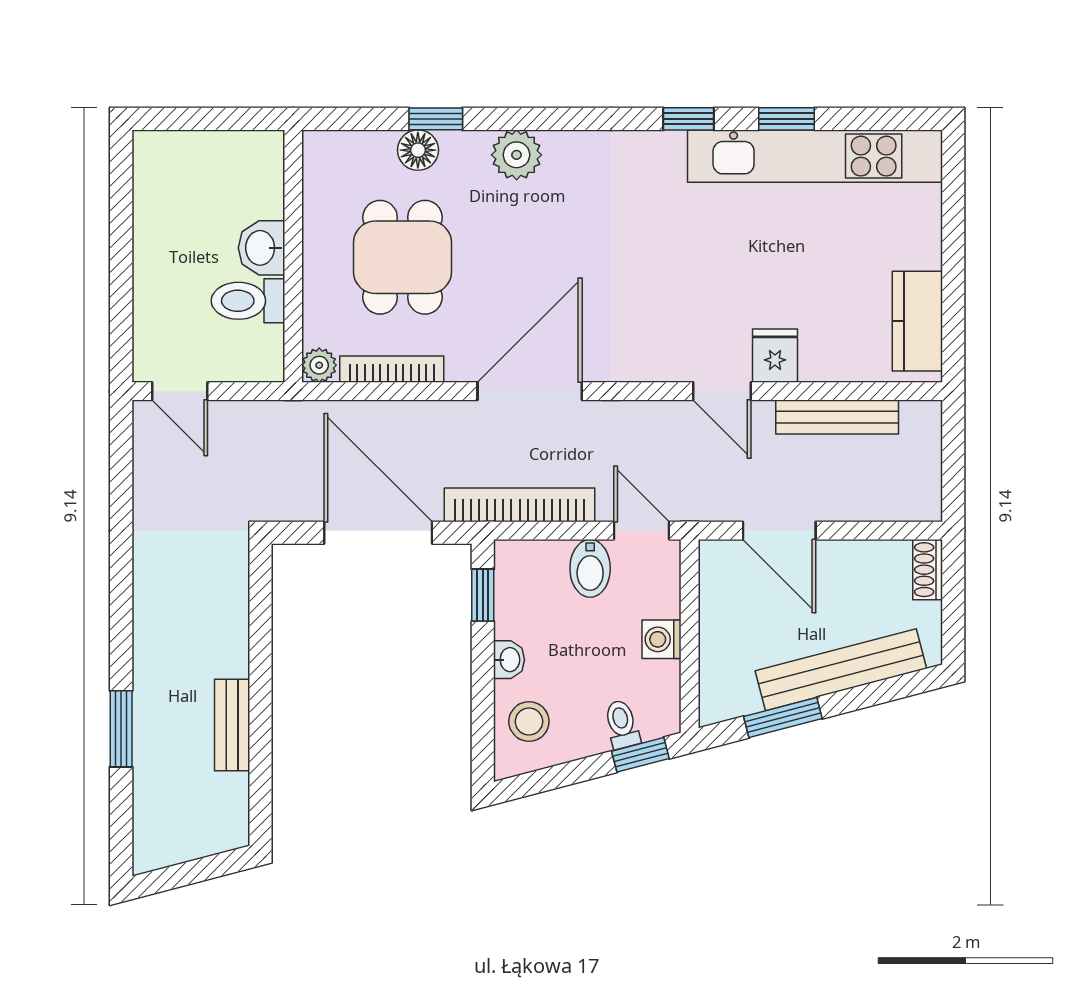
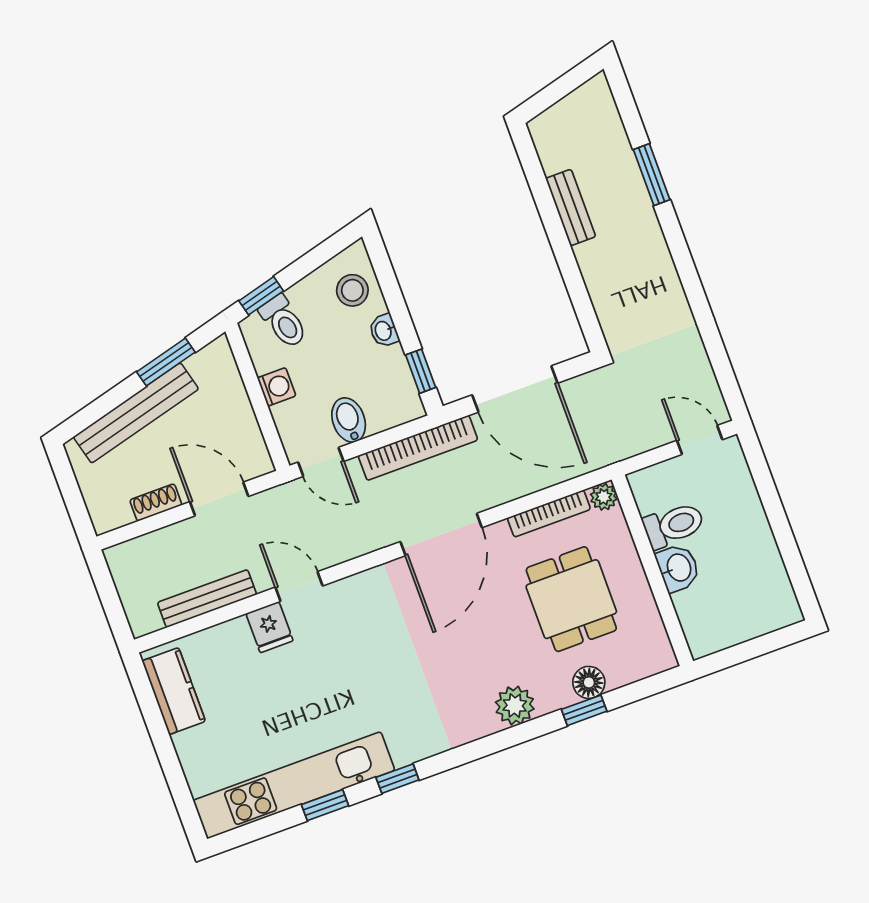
shoe rack: (928, 570) -> (156, 503), moved, turned -90
toilet: (622, 724) -> (284, 322), width x1.37, depth x1.39

